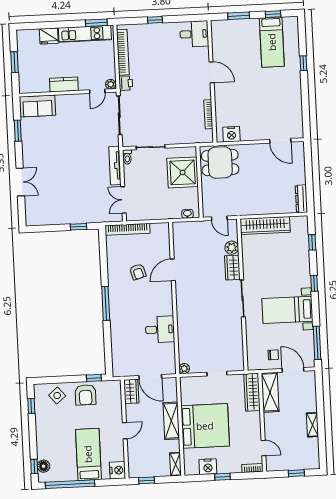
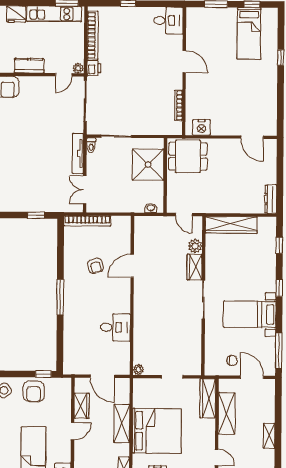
wardrobe: (131, 391) -> (82, 406), moved
shelving: (270, 392) -> (227, 414), moved

